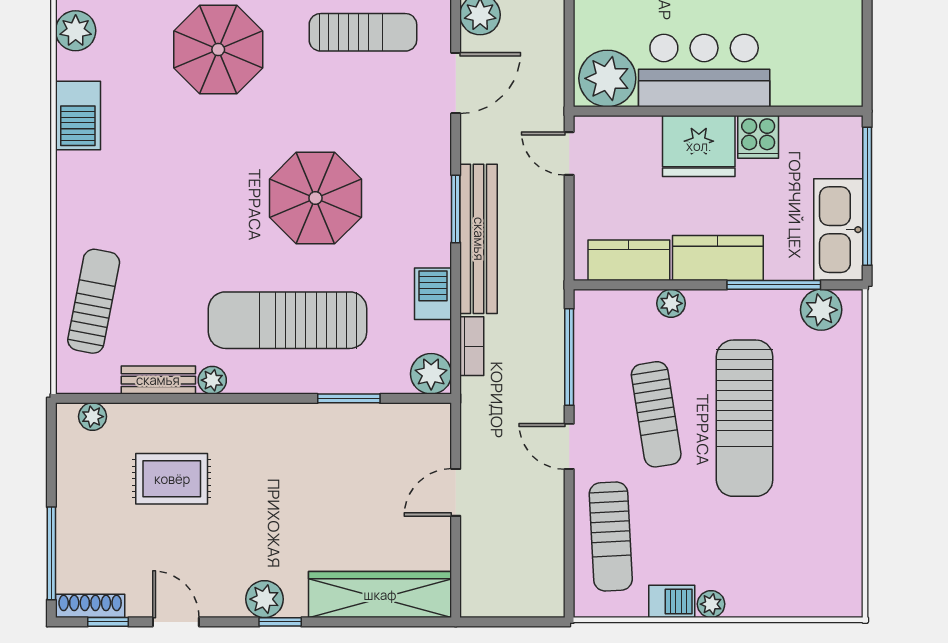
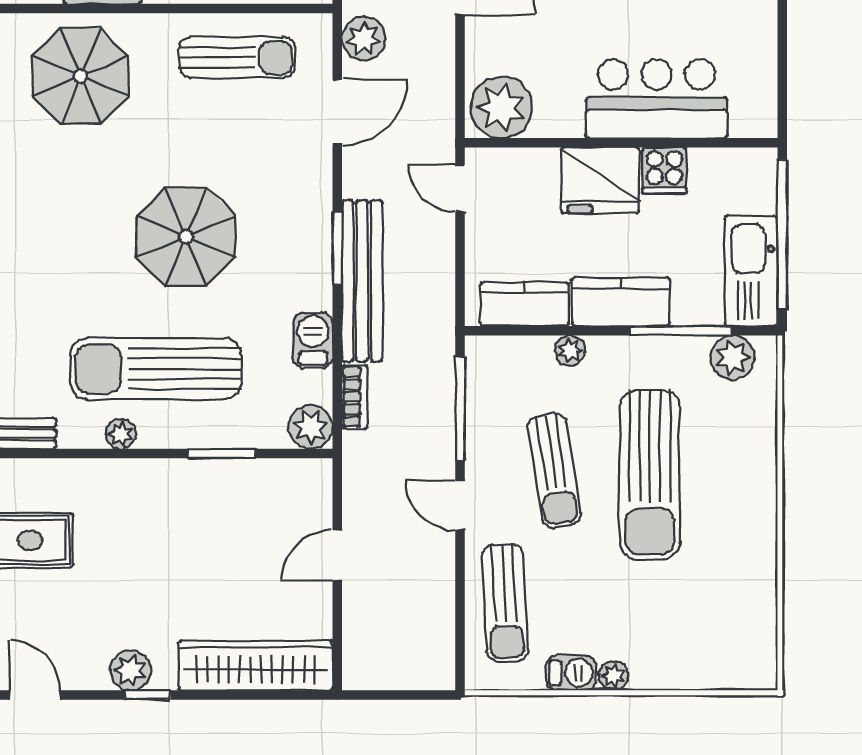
bar counter: (704, 70) -> (656, 99), moved
plant: (212, 380) -> (121, 434), moved

